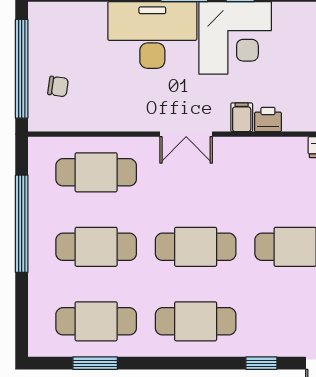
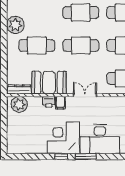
booth: (267, 163) -> (49, 83), added

